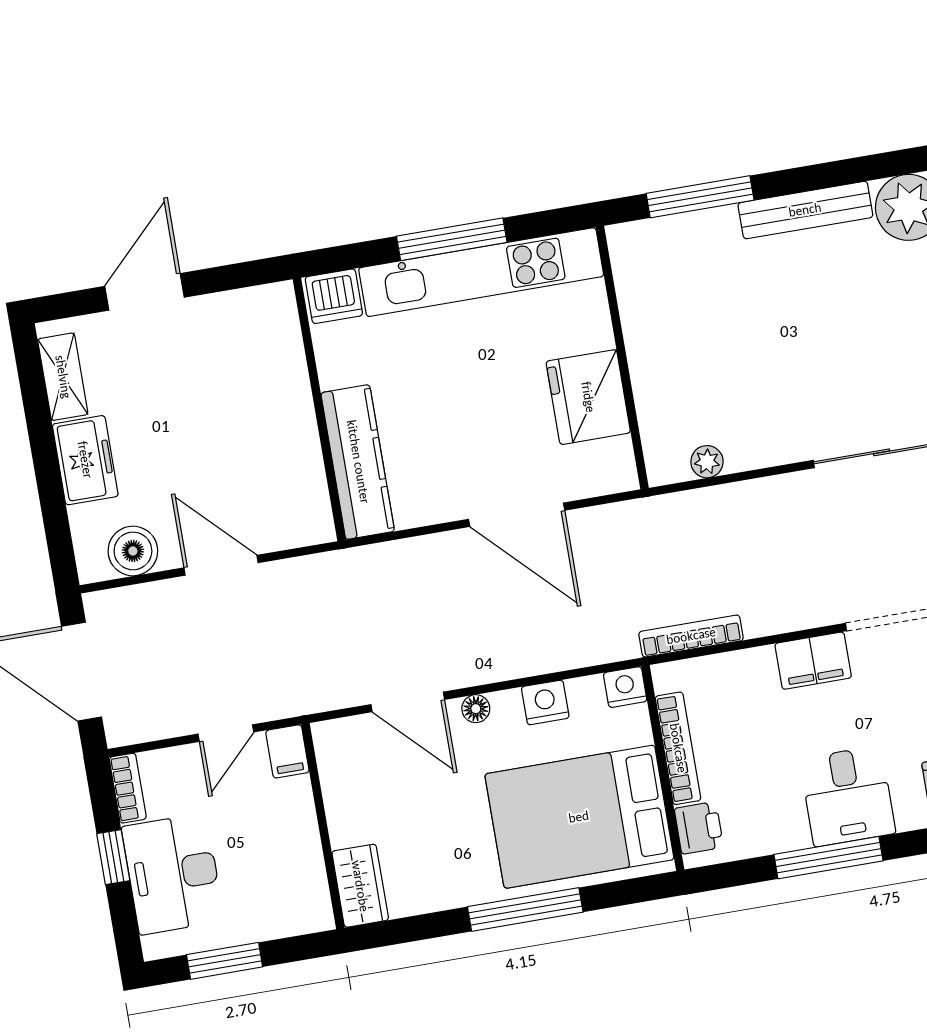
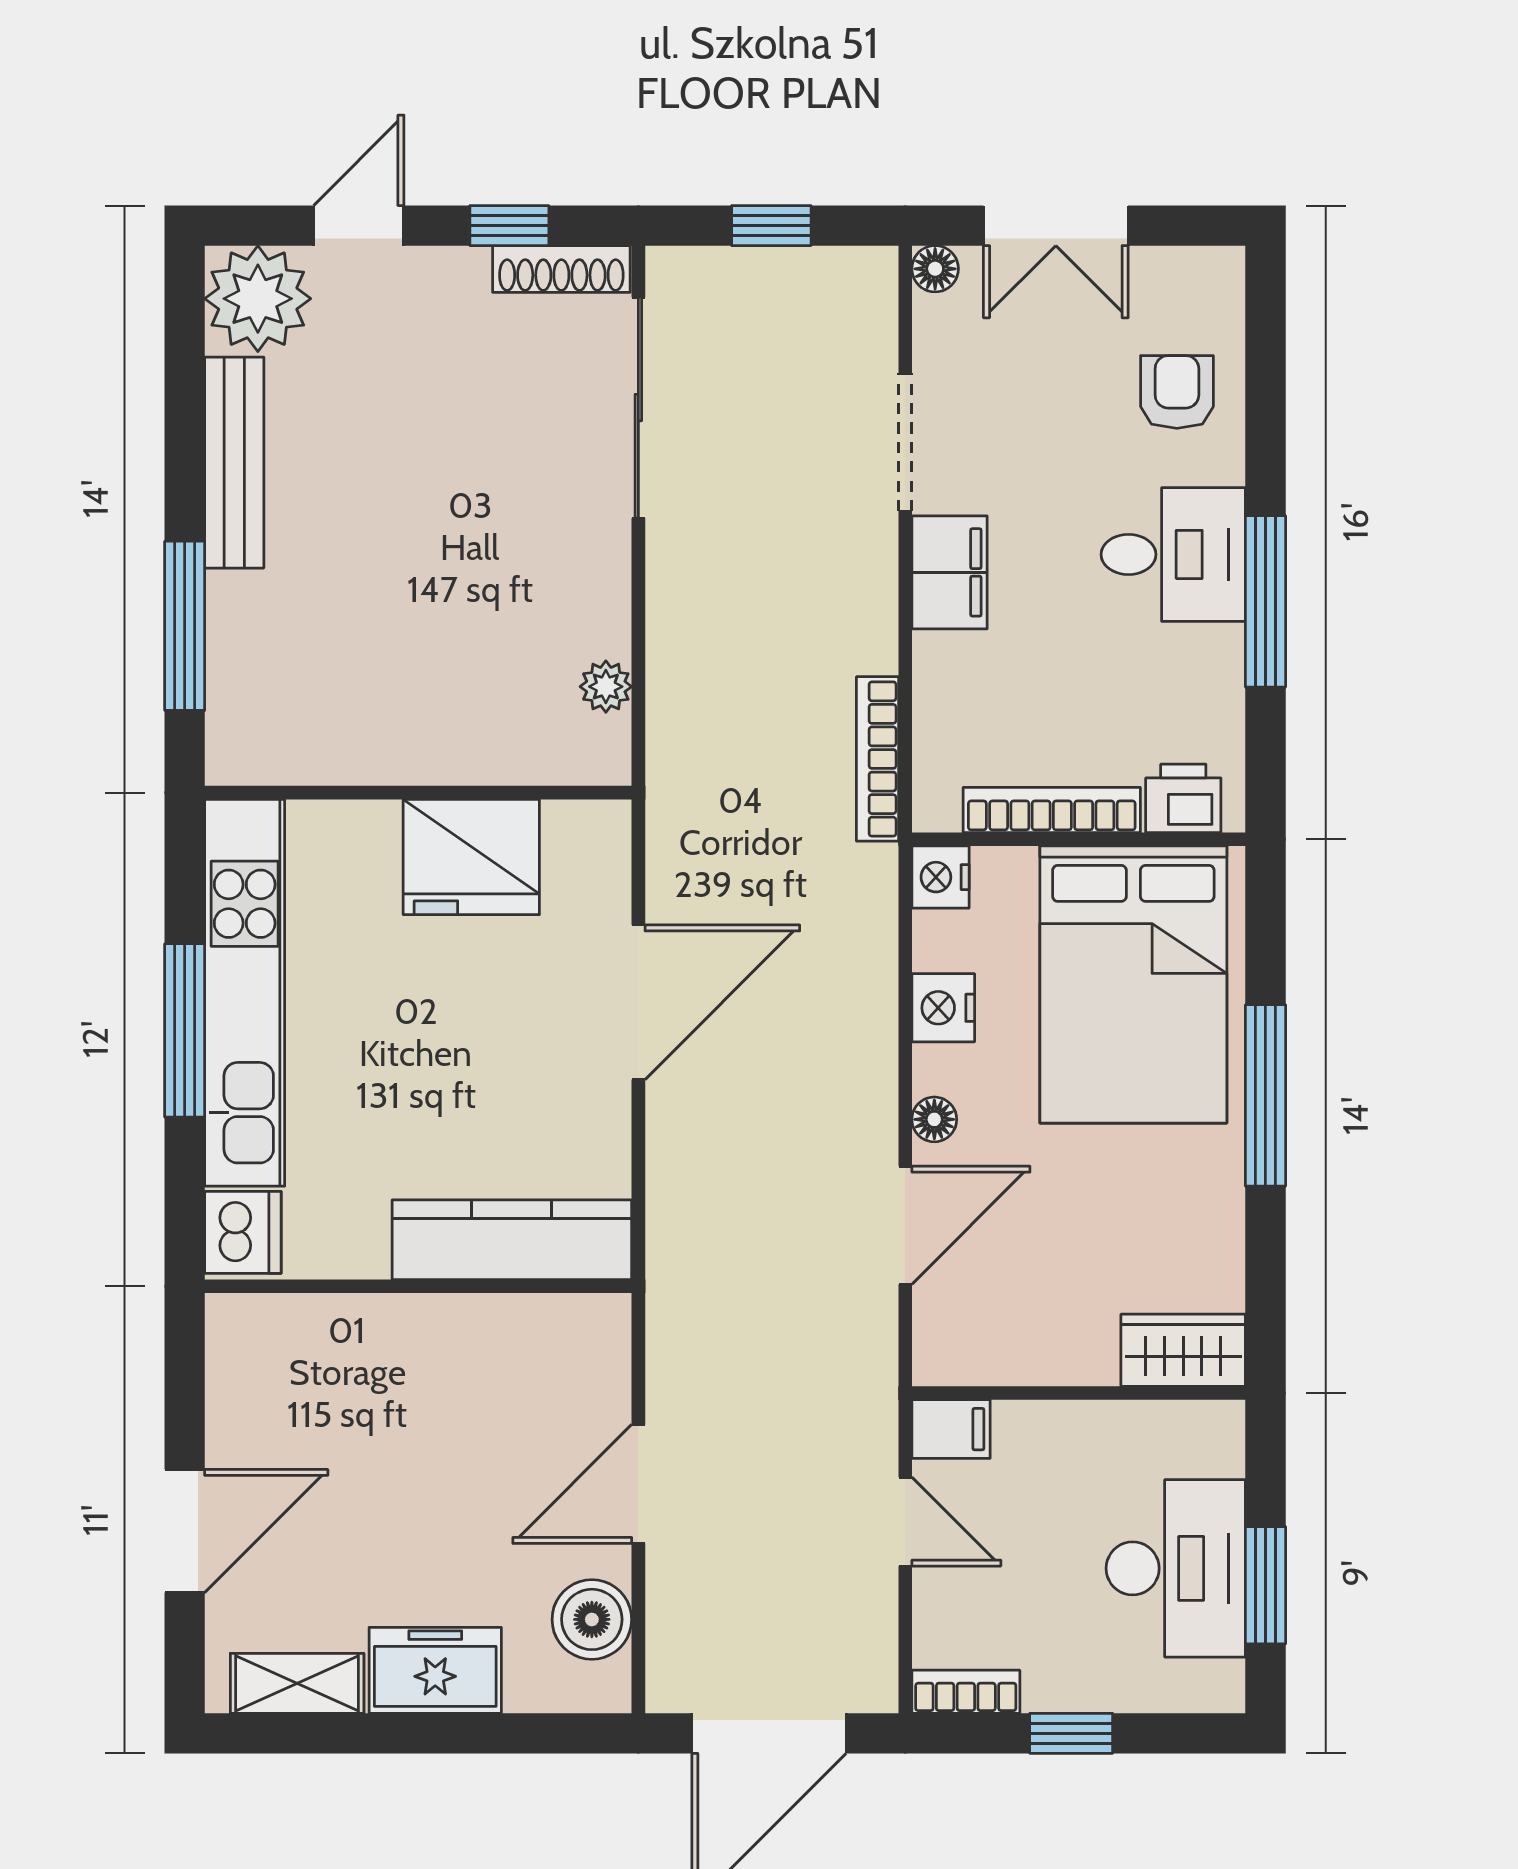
door: (144, 292) -> (185, 1531), swing flipped
desk: (173, 874) -> (1176, 1568), moved, turned -90

